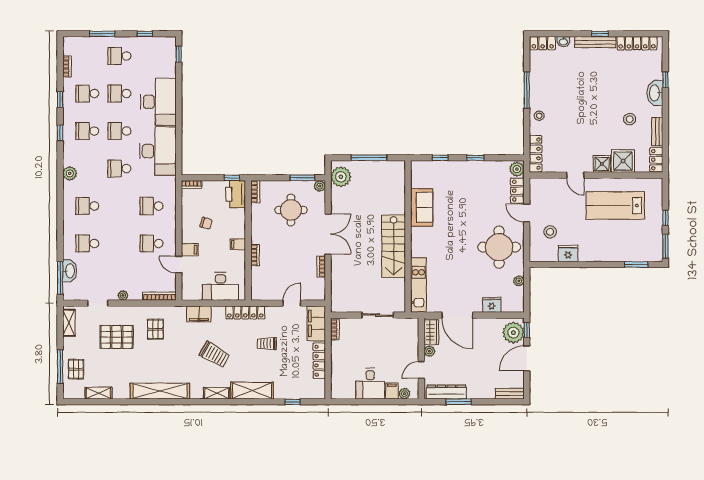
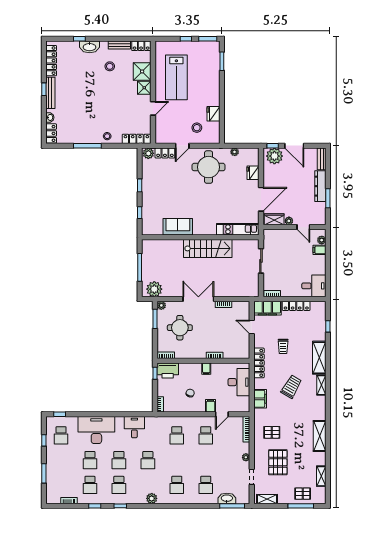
school desk: (119, 56) -> (61, 435), moved
desk: (158, 151) -> (134, 427), width x0.53, depth x0.77
desk: (370, 384) -> (314, 286), moved
shelving: (160, 391) -> (320, 436), width x0.68
dresser: (446, 392) -> (320, 186), moved

